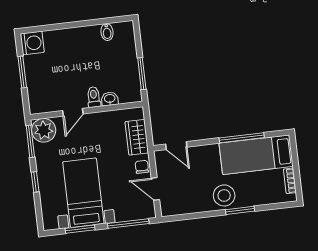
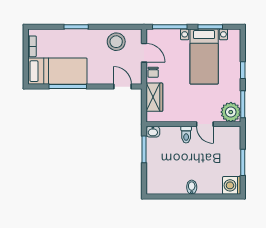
bidet: (107, 32) -> (192, 187), moved
washbasin: (110, 99) -> (153, 132), moved
door: (73, 112) -> (205, 124), swing flipped
stool: (224, 195) -> (116, 42), moved

